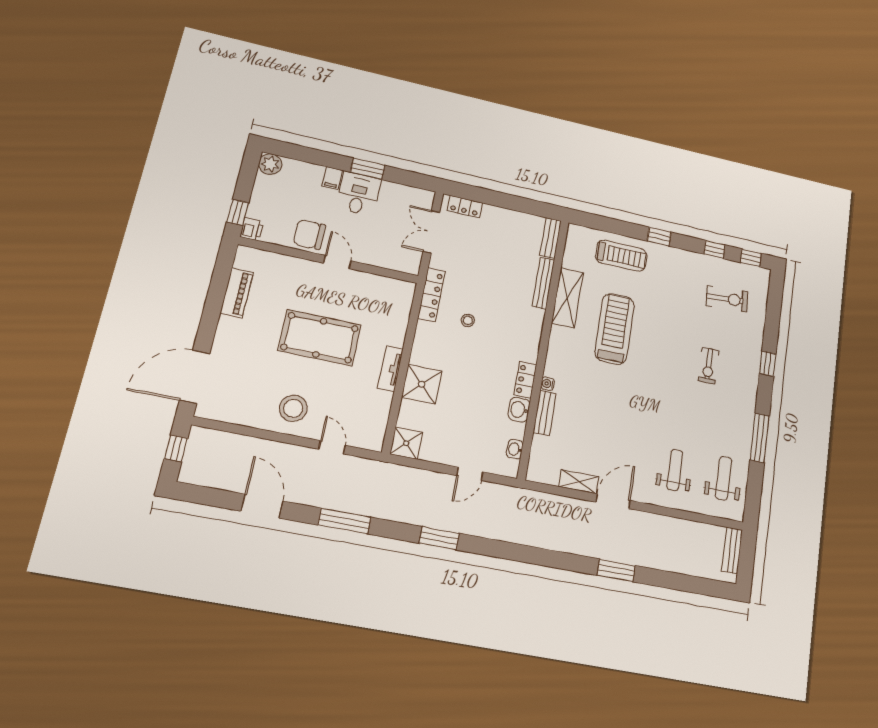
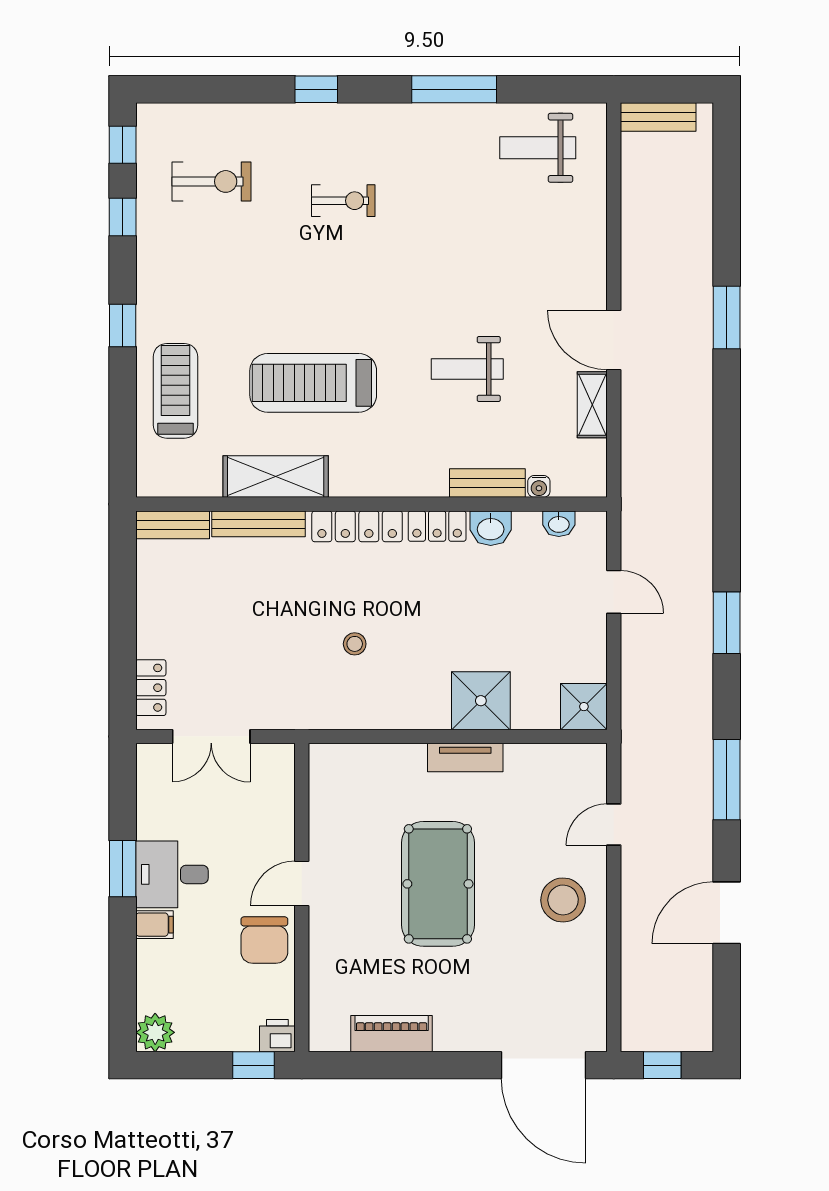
locker: (432, 295) -> (357, 526), moved, turned 180
exercise bike: (727, 299) -> (212, 181), turned 94
water cooler: (548, 384) -> (539, 486), moved
weight bench: (675, 470) -> (467, 369), moved

